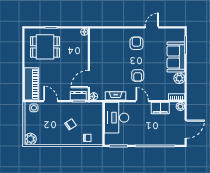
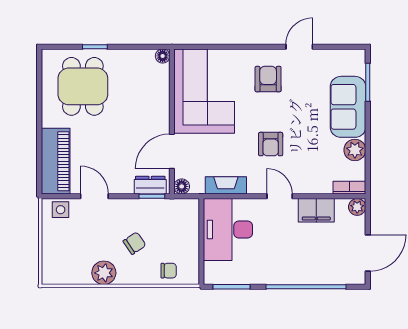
dining table: (45, 47) -> (83, 86), turned 90
corner sofa: (105, 49) -> (204, 91), added
plant: (30, 139) -> (104, 273), moved

